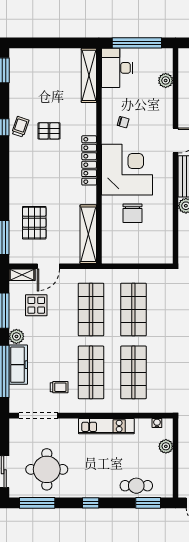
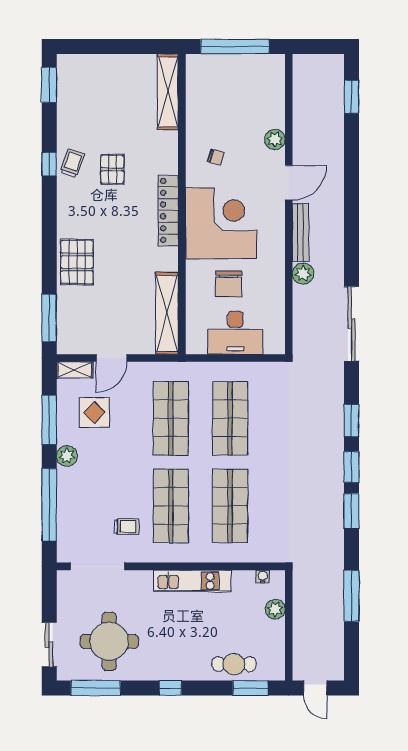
desk: (117, 68) -> (235, 333), moved, turned -90
plant: (166, 80) -> (275, 139), moved
pallet: (49, 131) -> (112, 169), turned 90
pallet: (34, 223) -> (77, 262), moved
freezer: (18, 365) -> (69, 495), removed

